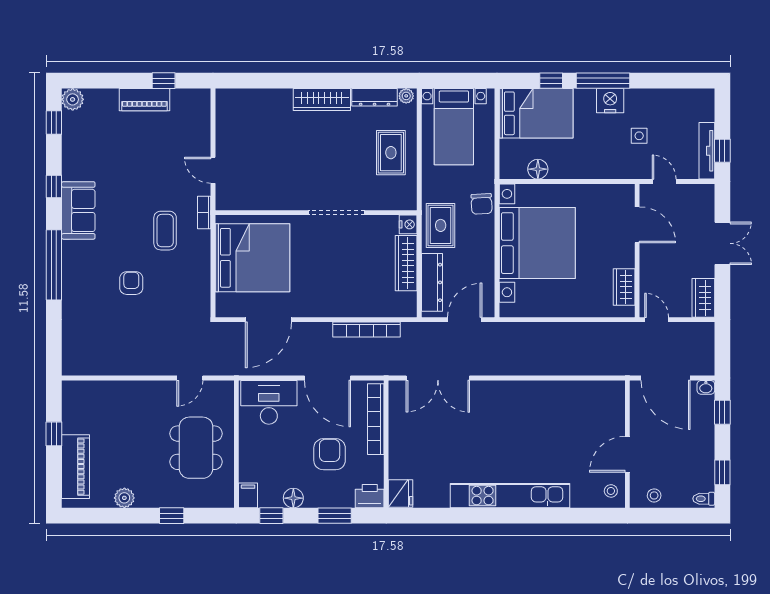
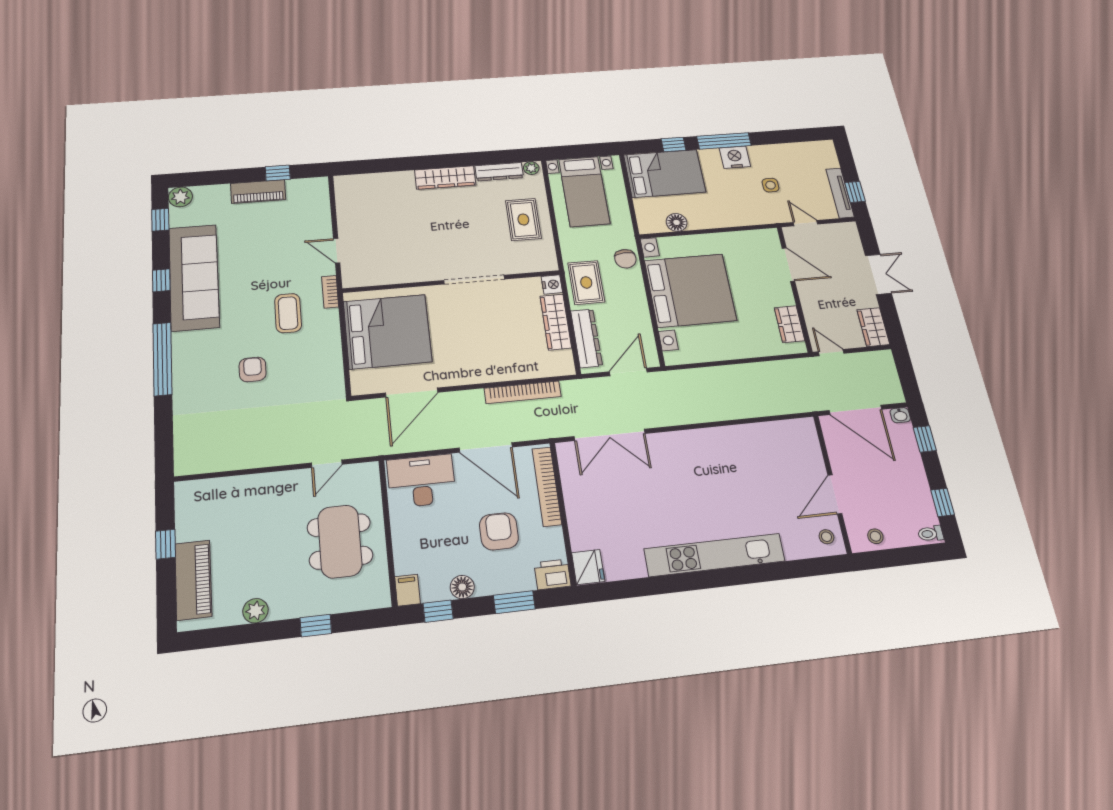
sofa: (78, 210) -> (194, 277), width x1.85, depth x1.27

